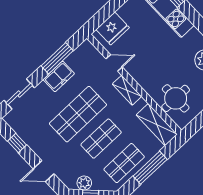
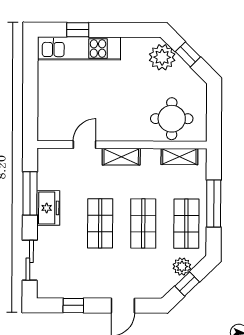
fridge: (113, 29) -> (51, 116), removed
shop shelf: (78, 114) -> (100, 223), width x0.70, depth x0.74
shelving: (157, 125) -> (179, 157), width x0.67, depth x0.75
plant: (84, 183) -> (182, 267), moved

